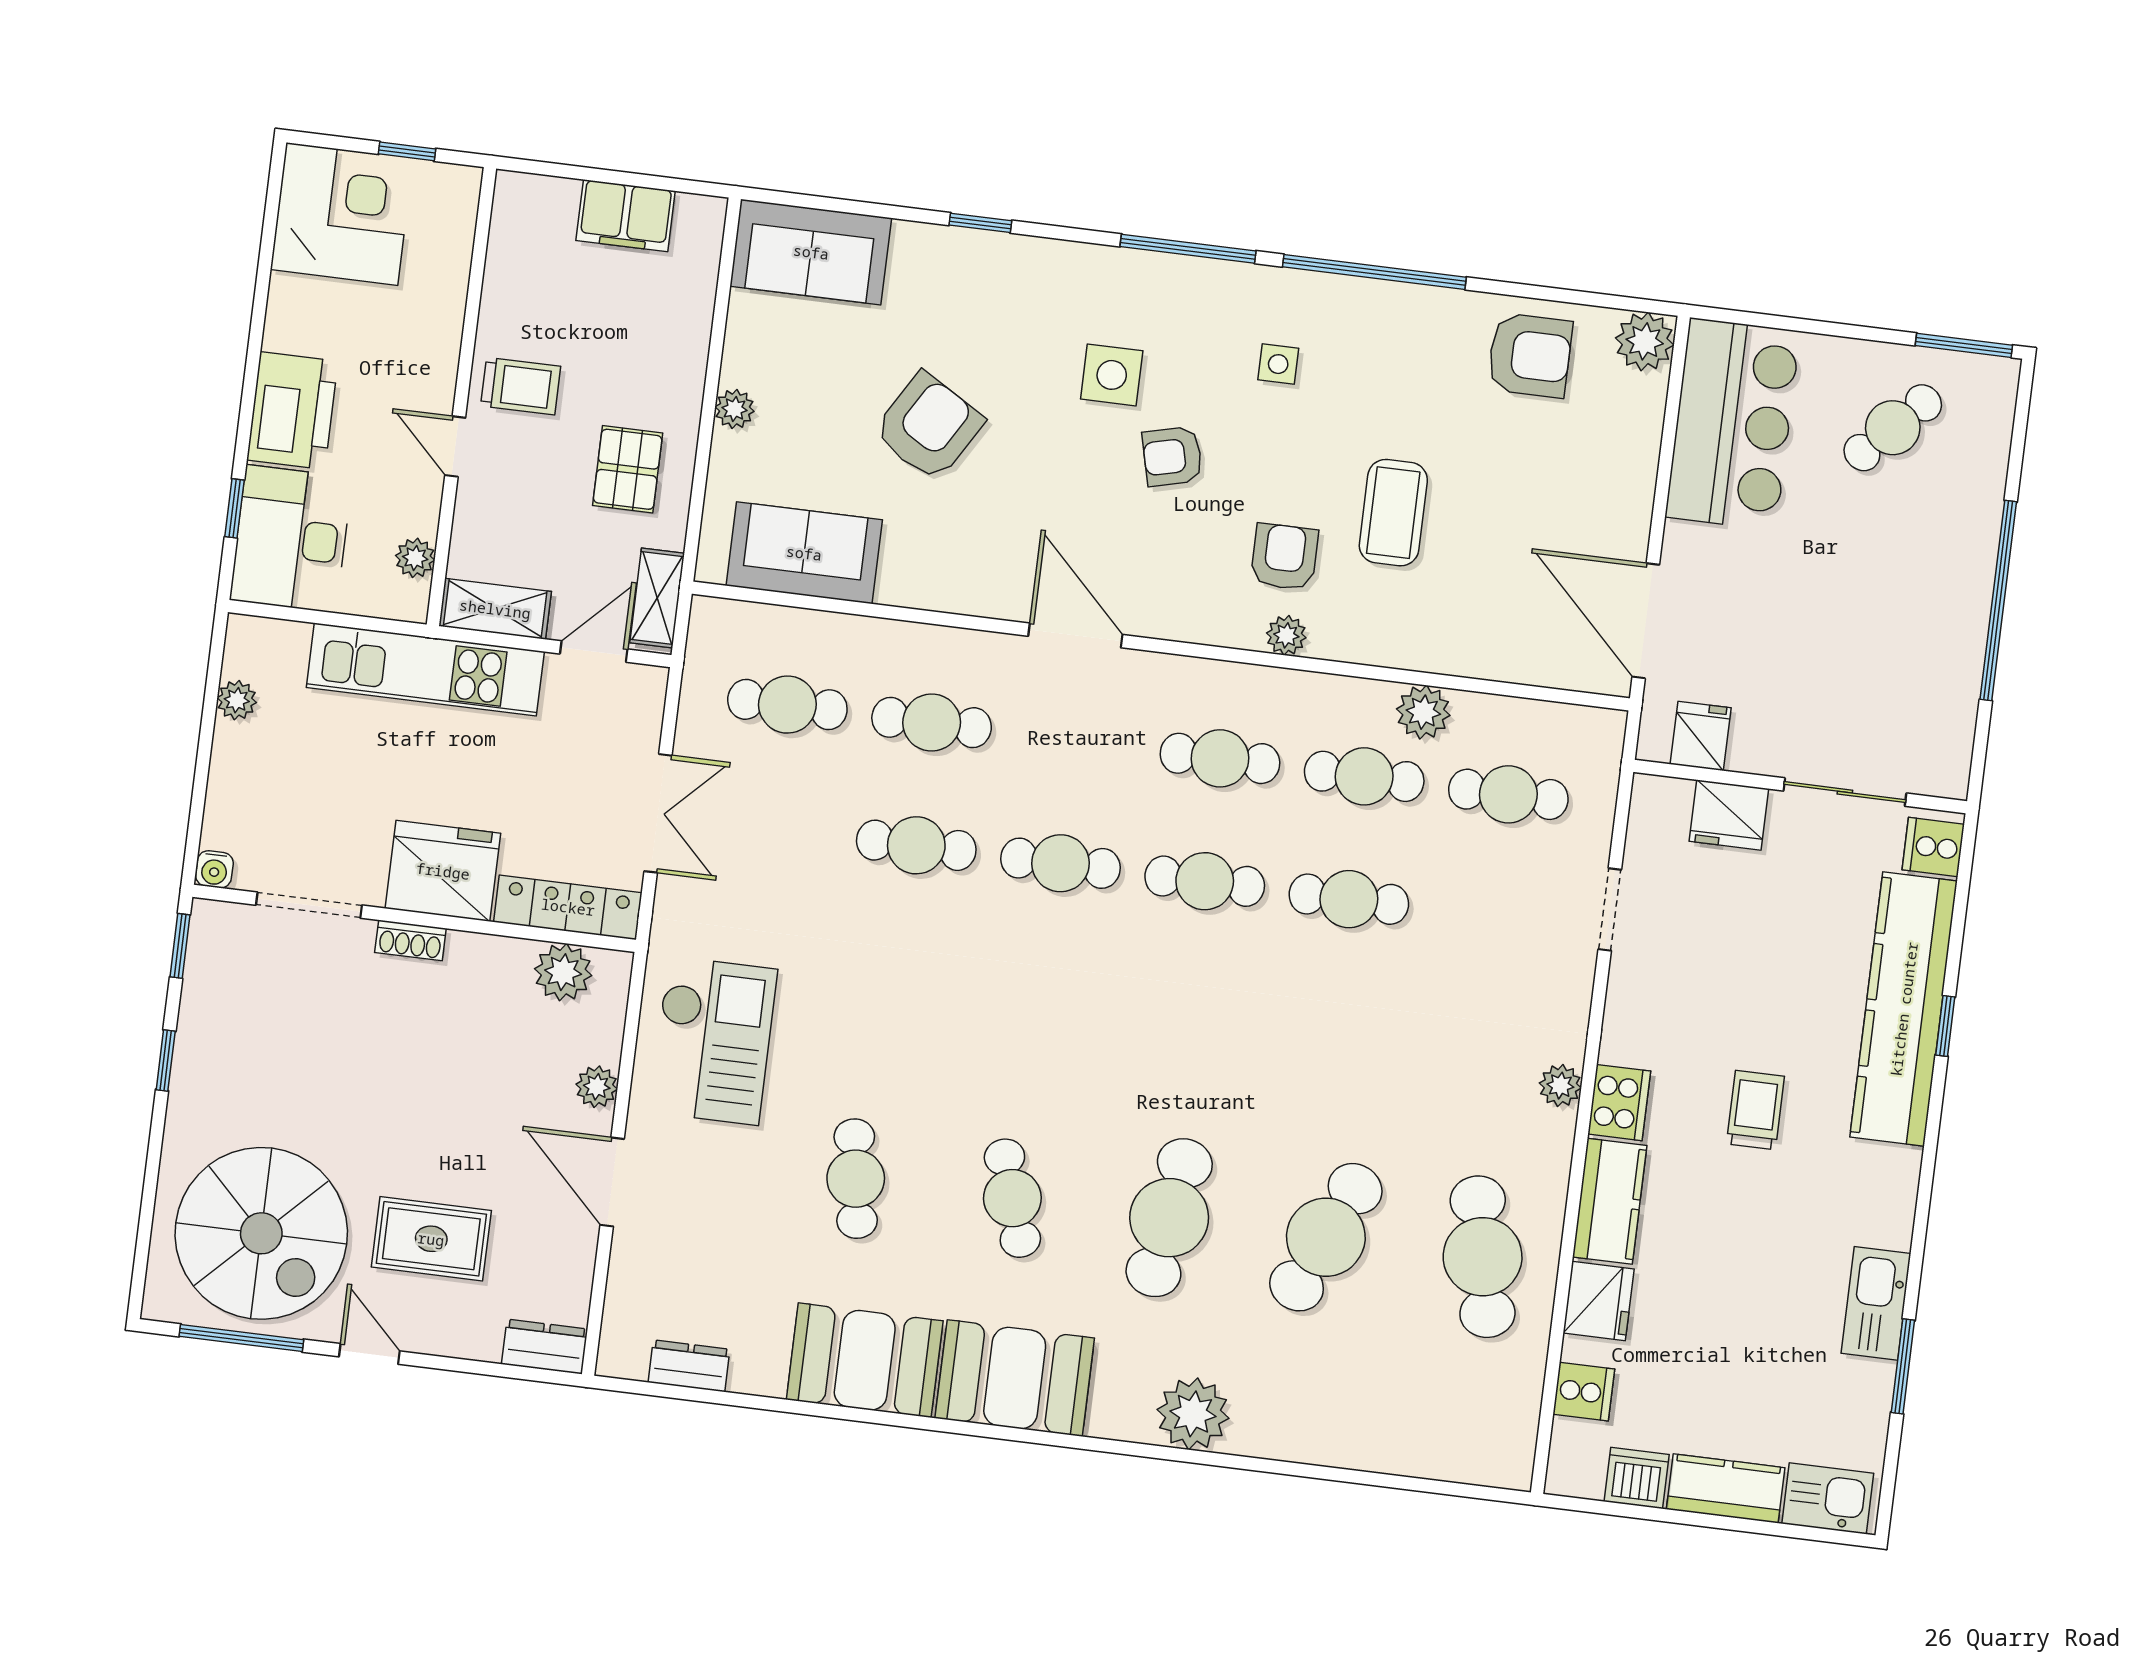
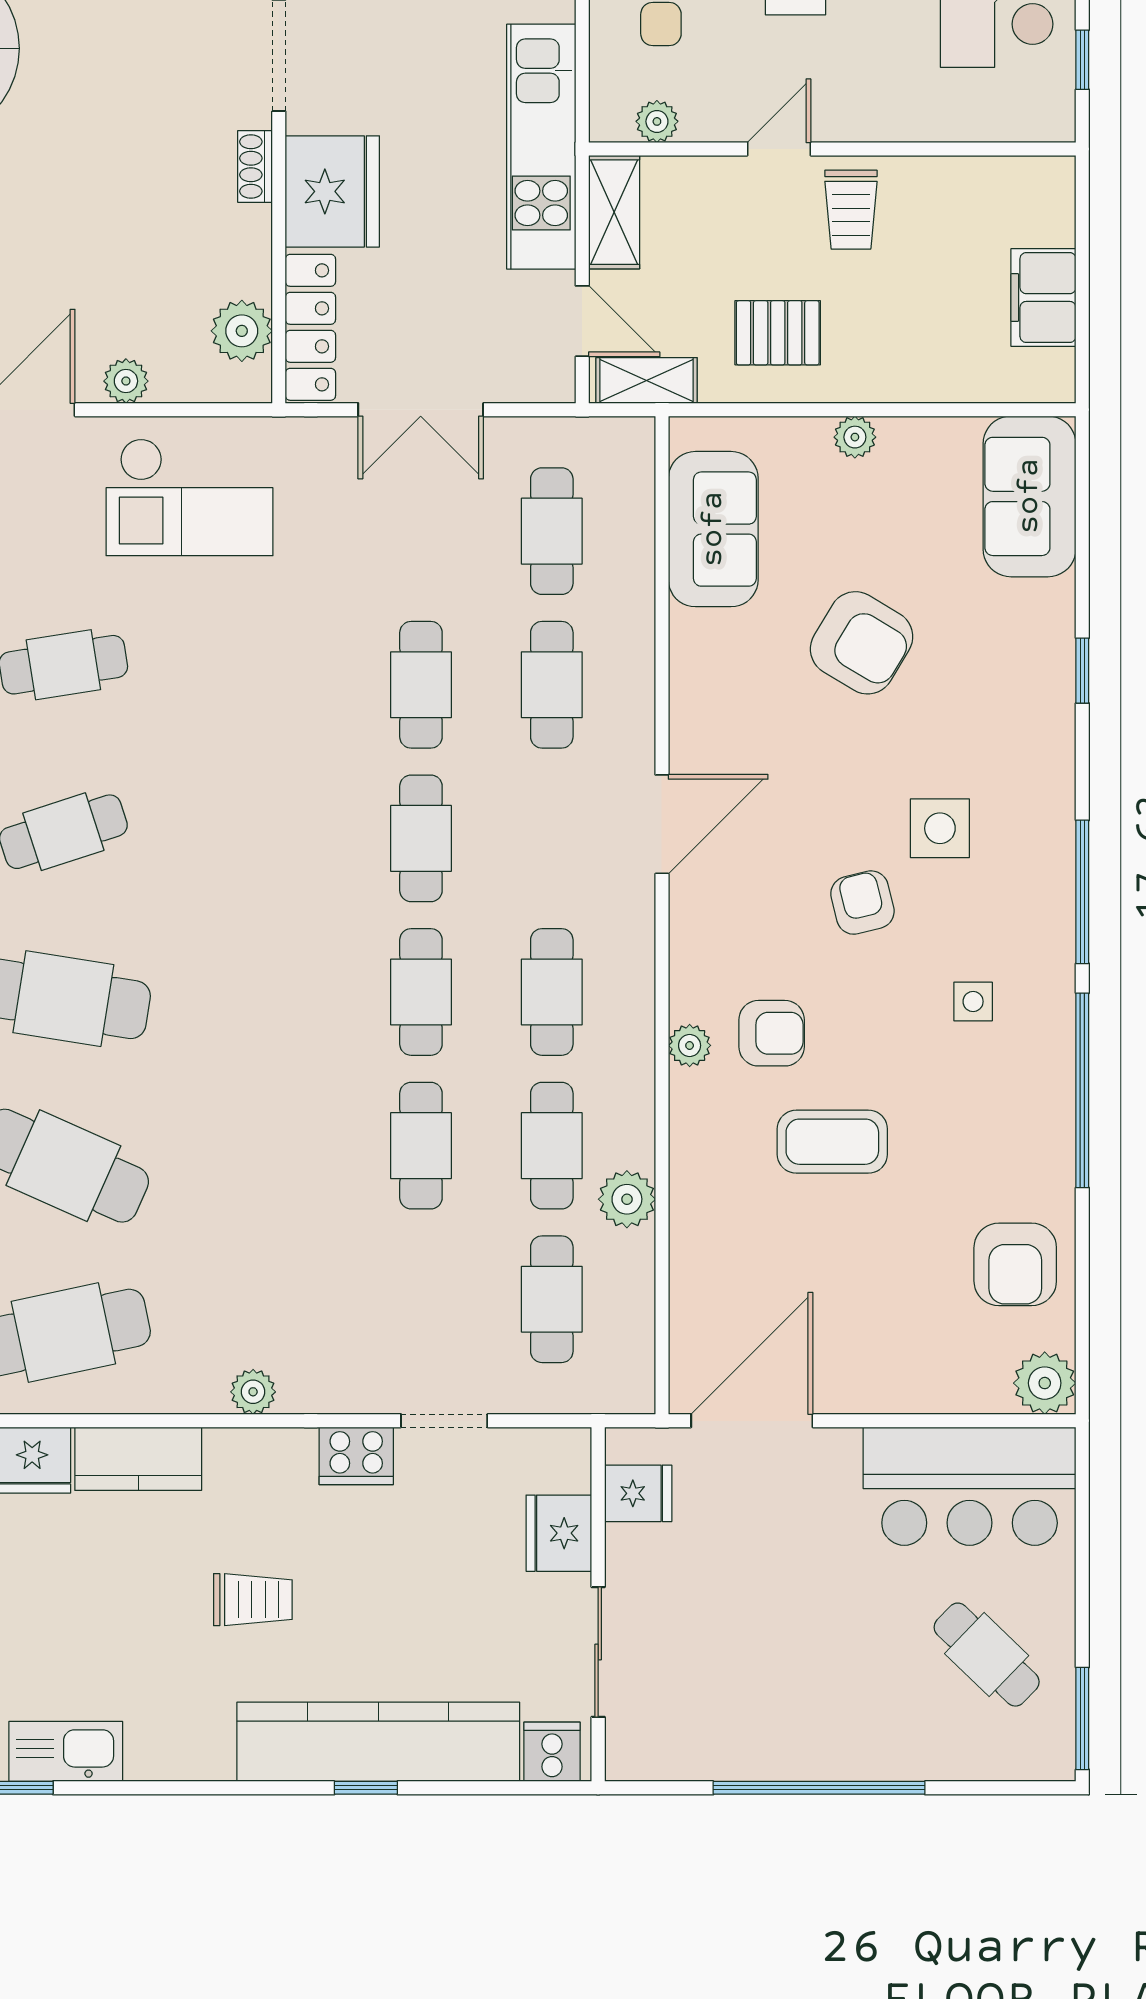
cooker: (1619, 1103) -> (356, 1456), moved

